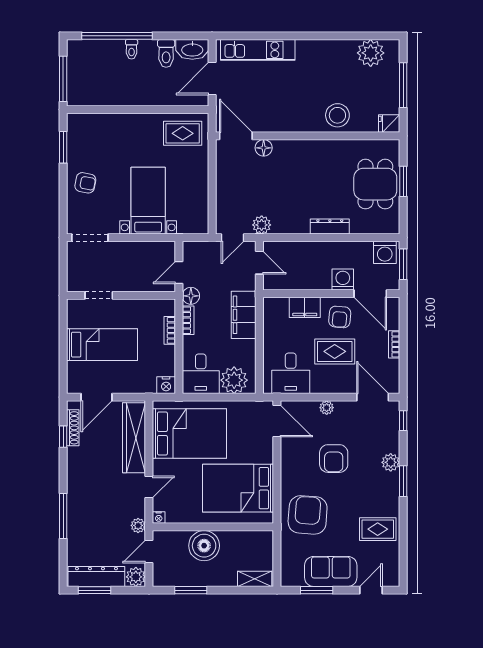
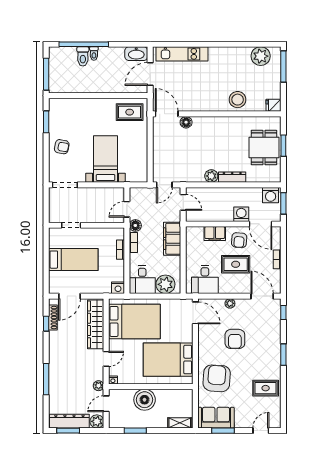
toilet: (166, 53) -> (83, 56), moved
window: (403, 85) -> (283, 67), moved
plant: (262, 225) -> (211, 176), moved
plant: (391, 462) -> (275, 342), removed
sofa: (331, 571) -> (216, 418), moved

